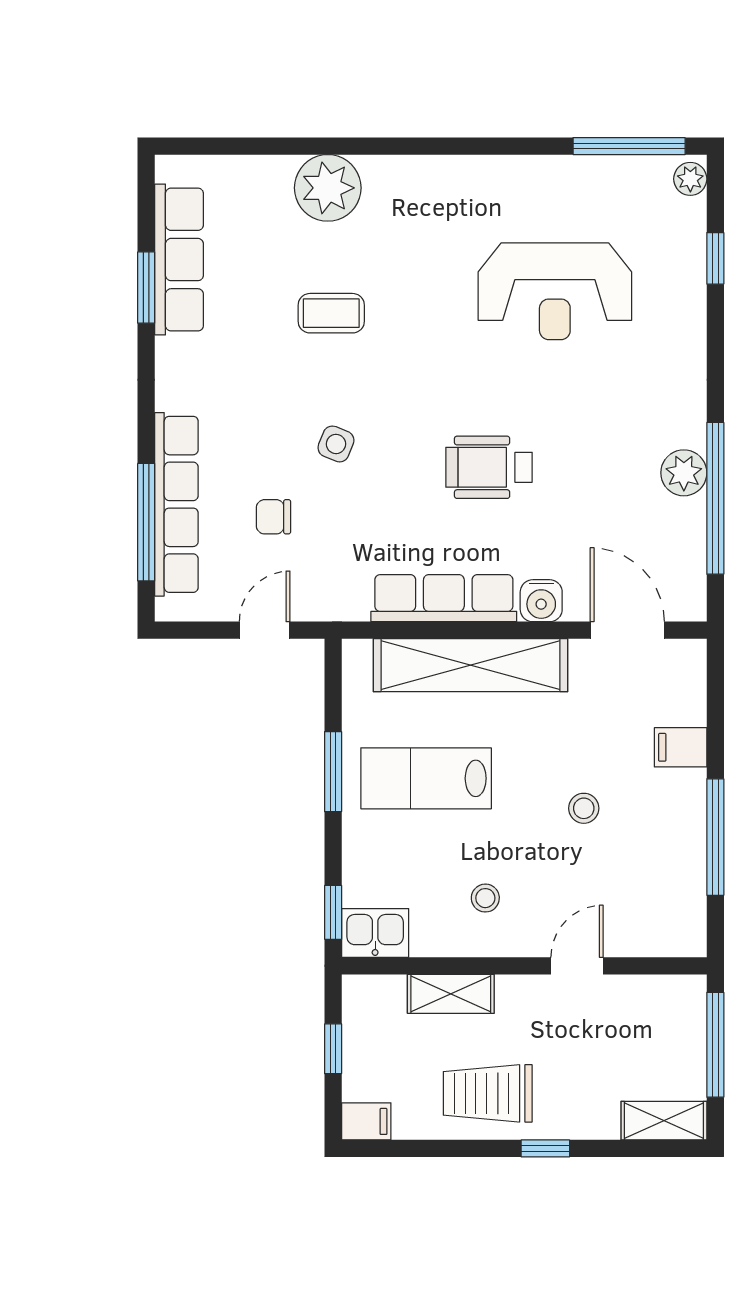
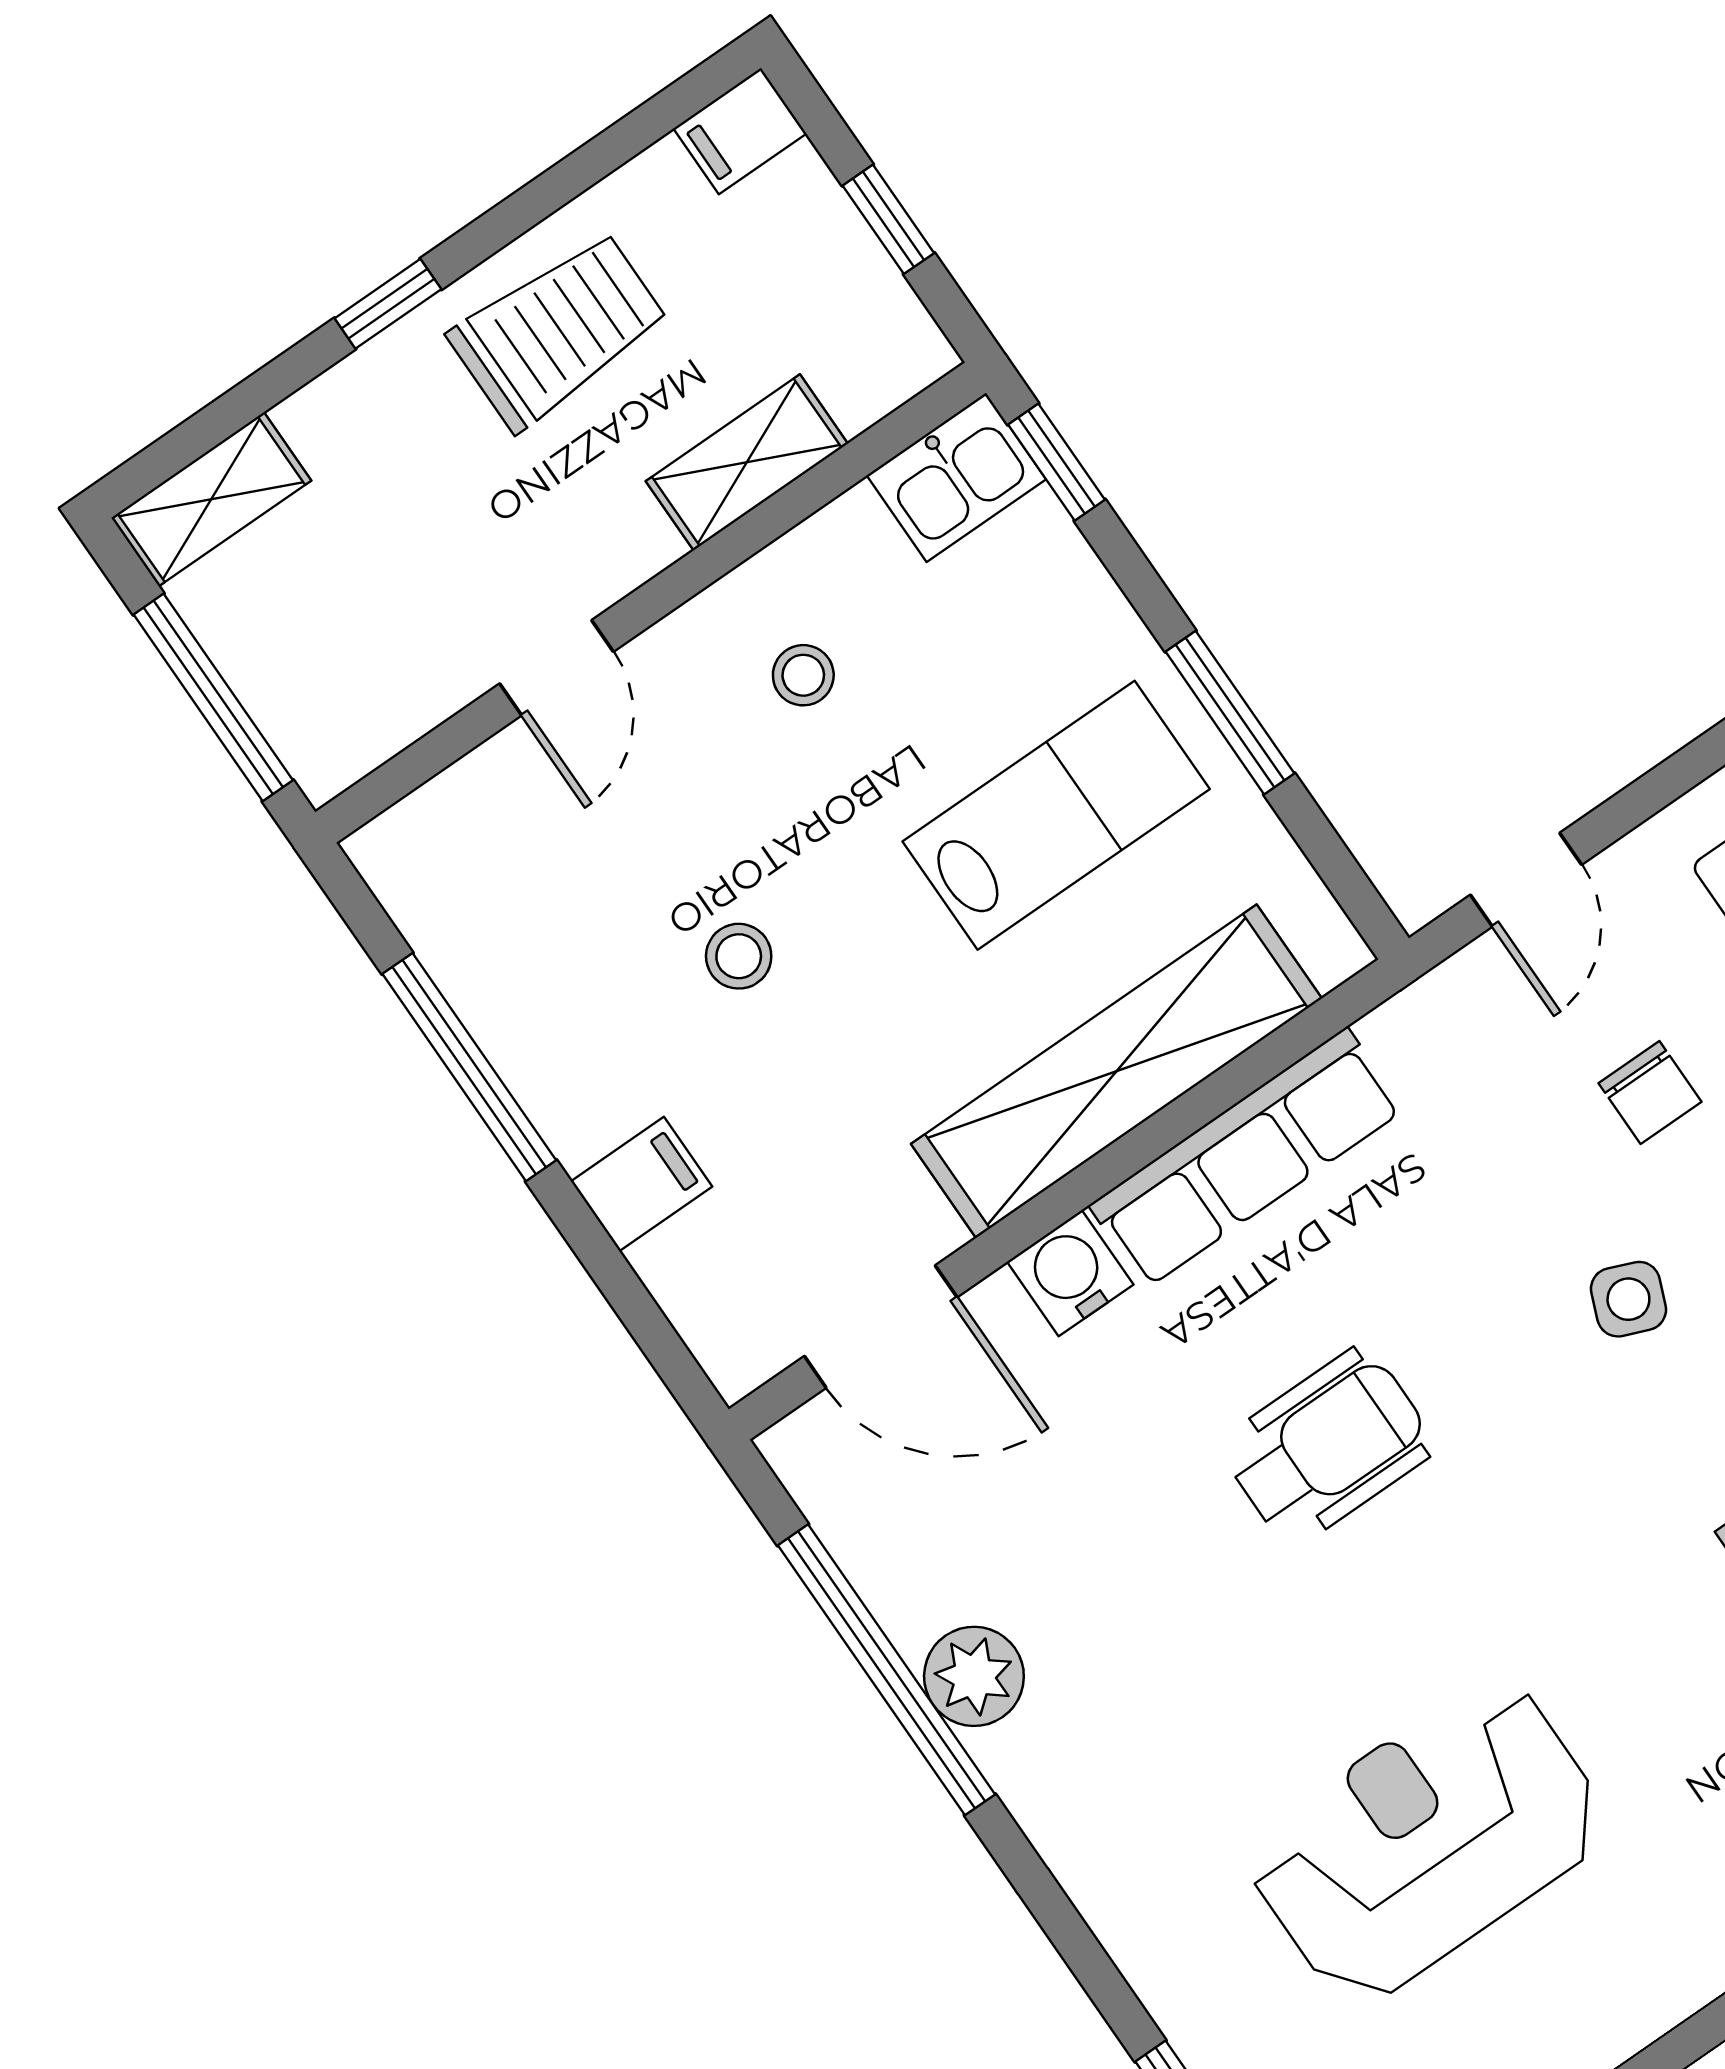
chair: (273, 517) -> (1650, 1093), turned 90

